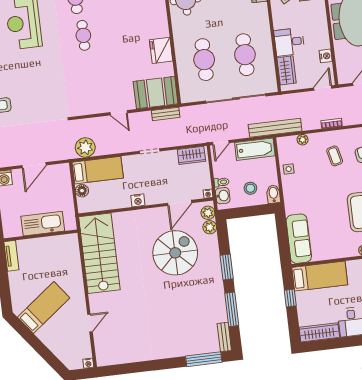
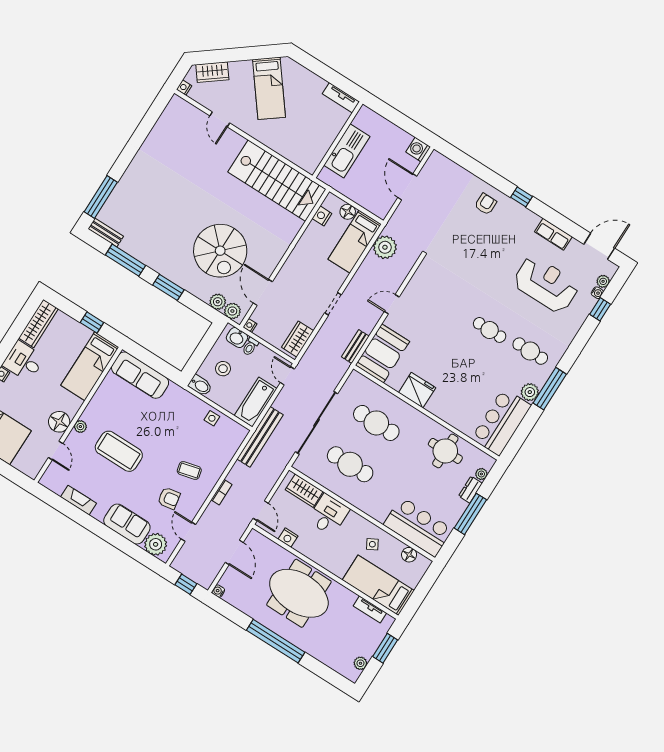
plant: (303, 140) -> (228, 453), removed
nightstand: (138, 200) -> (322, 216), moved
wardrobe: (63, 353) -> (212, 72), added

